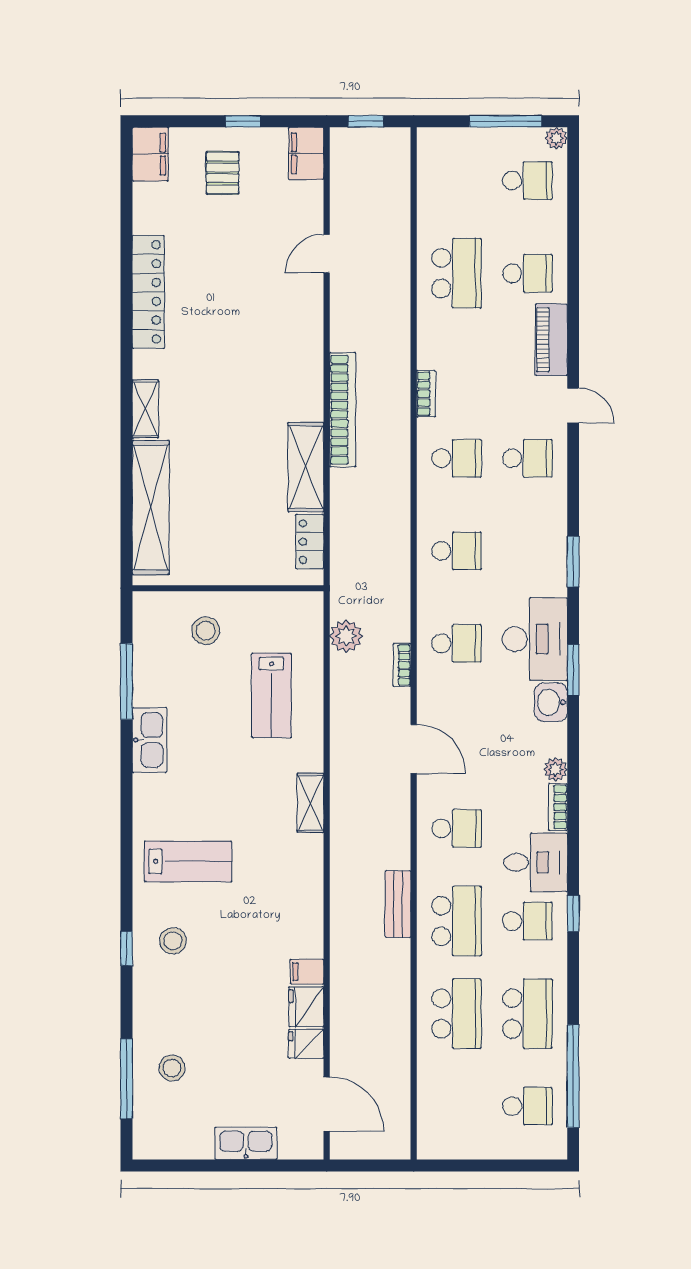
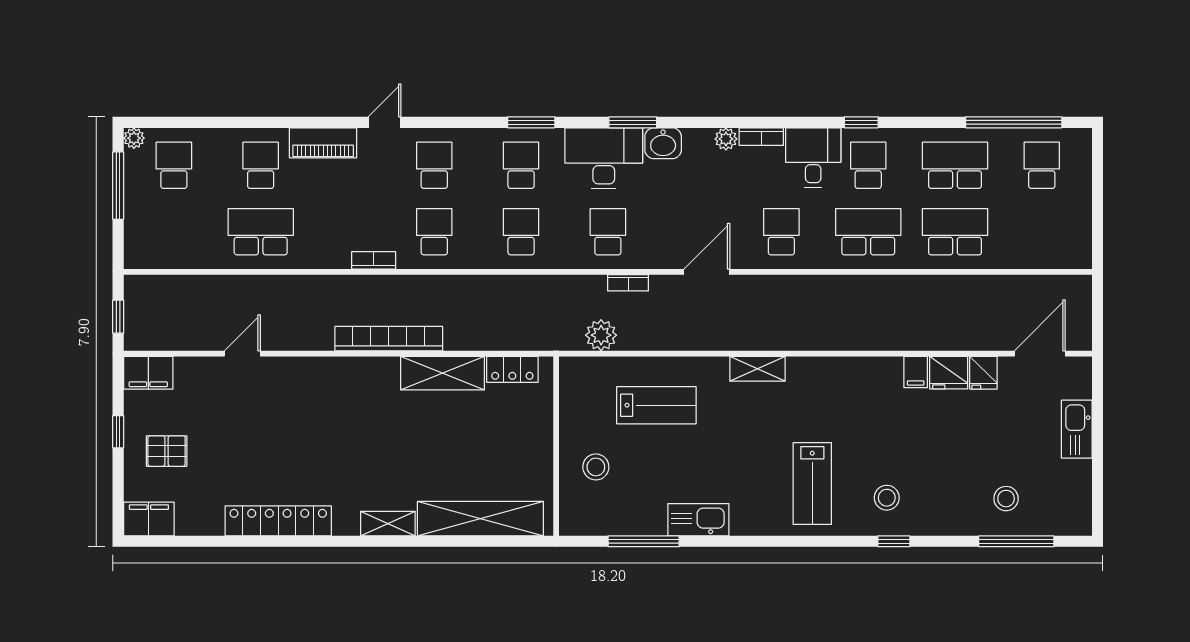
door: (327, 254) -> (242, 354), swing flipped
school desk: (527, 551) -> (521, 165), added
lab bench: (188, 861) -> (812, 483), turned 180
bench: (398, 904) -> (852, 287), removed

